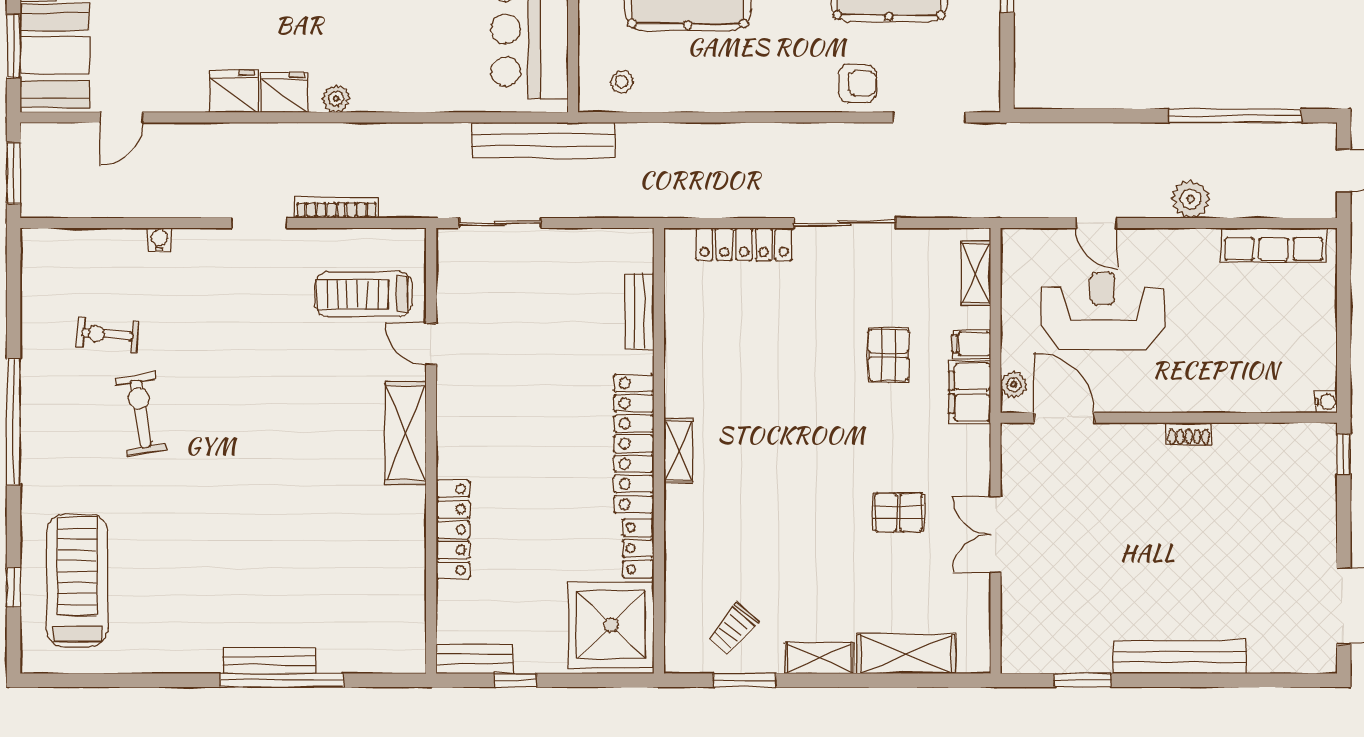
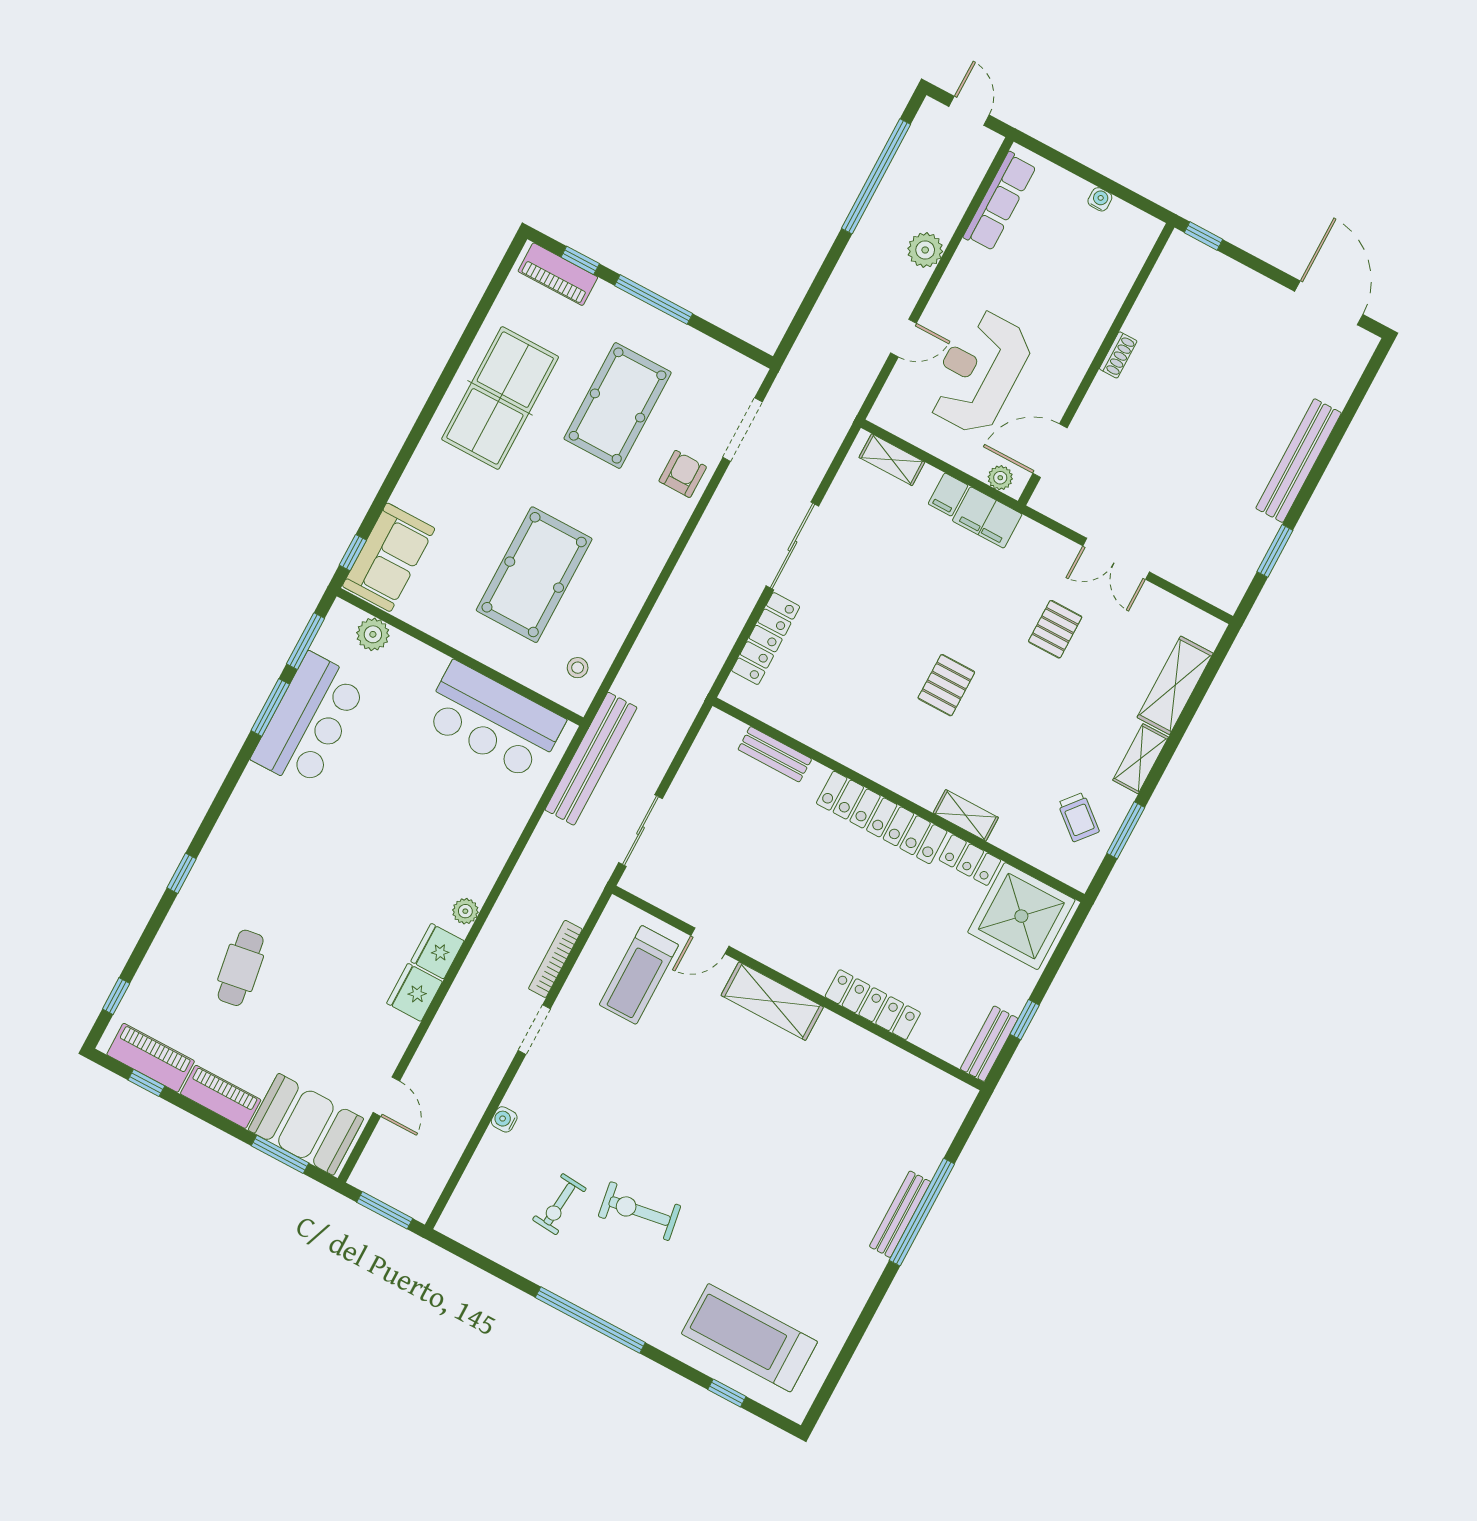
pallet: (889, 355) -> (946, 685), moved, turned 90
water cooler: (1326, 402) -> (1100, 199), moved
shelving: (678, 451) -> (966, 815), moved

